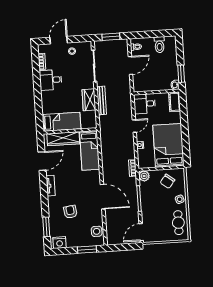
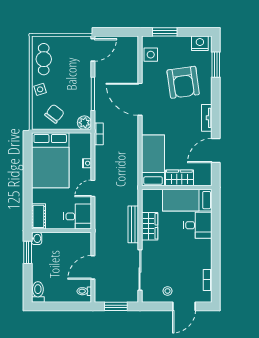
toilet: (159, 45) -> (38, 292), moved
desk: (51, 80) -> (198, 225), moved
wardrobe: (63, 139) -> (179, 178), width x0.67
armchair: (70, 212) -> (183, 82), width x1.88, depth x1.88

